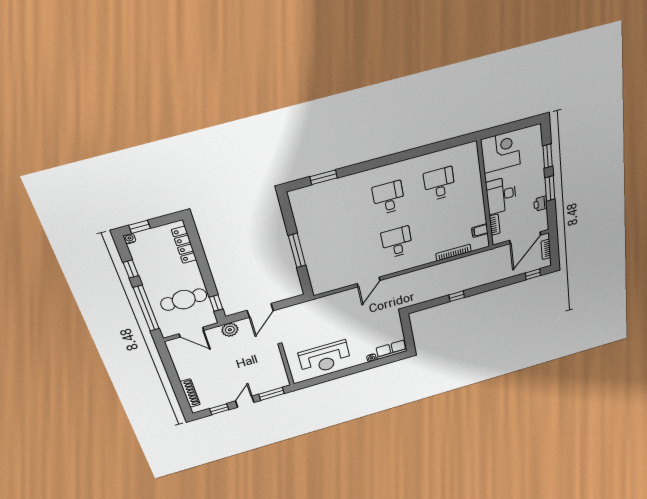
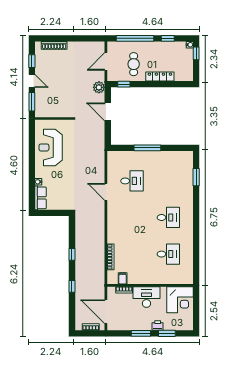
printer: (541, 204) -> (158, 325), moved
desk: (397, 242) -> (132, 181), moved
locker: (184, 245) -> (160, 77), moved
window: (533, 274) -> (72, 286), moved
cafe table: (184, 300) -> (134, 64), width x0.73, depth x0.74

